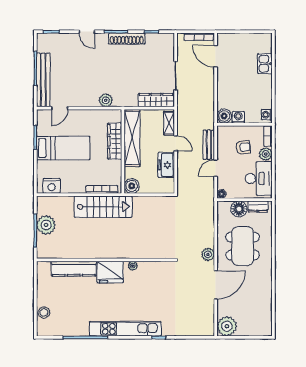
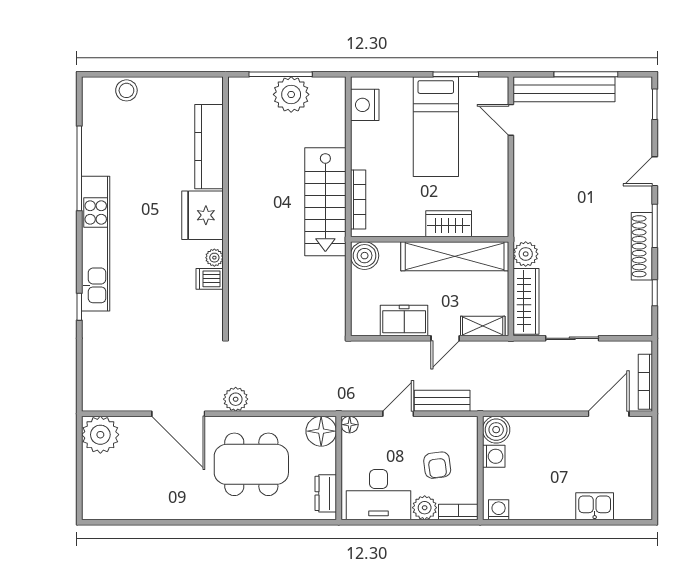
plant: (106, 100) -> (526, 254), moved
wardrobe: (115, 141) -> (449, 224), width x0.67
door: (216, 168) -> (398, 414), hinge flipped
floor lamp: (239, 209) -> (321, 431), moved
dishwasher: (144, 268) -> (210, 279), added

